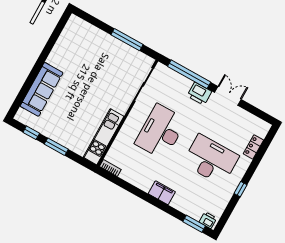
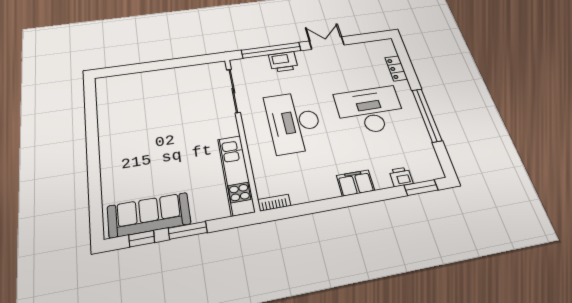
window: (127, 40) -> (178, 63), removed
sofa: (42, 89) -> (149, 215), moved, turned -90
printer: (199, 94) -> (283, 62), moved
window: (240, 189) -> (427, 115), width x3.17
printer: (208, 220) -> (401, 177), moved

